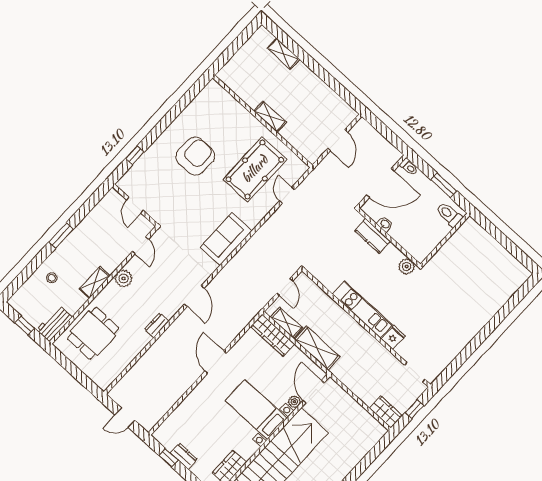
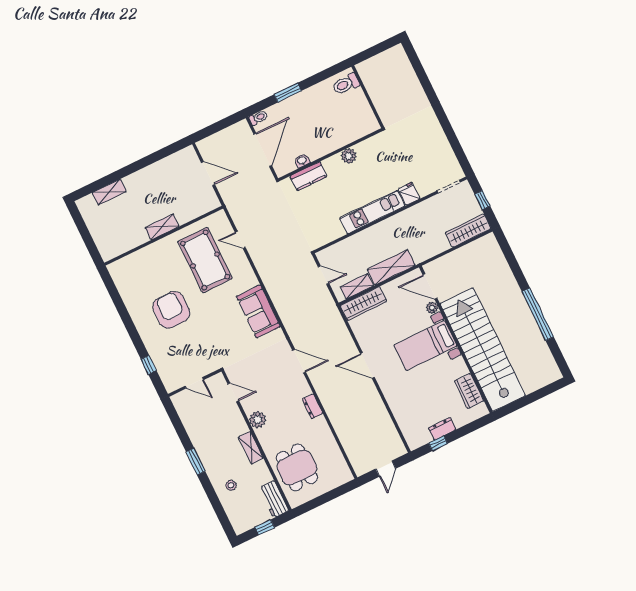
toilet: (449, 215) -> (346, 84), moved
wall: (445, 240) -> (368, 97), moved
wardrobe: (386, 412) -> (468, 231), width x1.50

